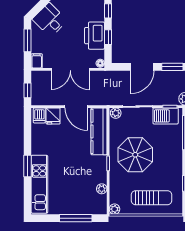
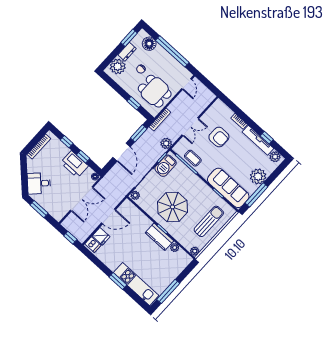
filing cabinet: (37, 61) -> (57, 215), removed
kitchen counter: (99, 131) -> (159, 237), moved, width x0.67
window: (76, 218) -> (168, 291), moved

